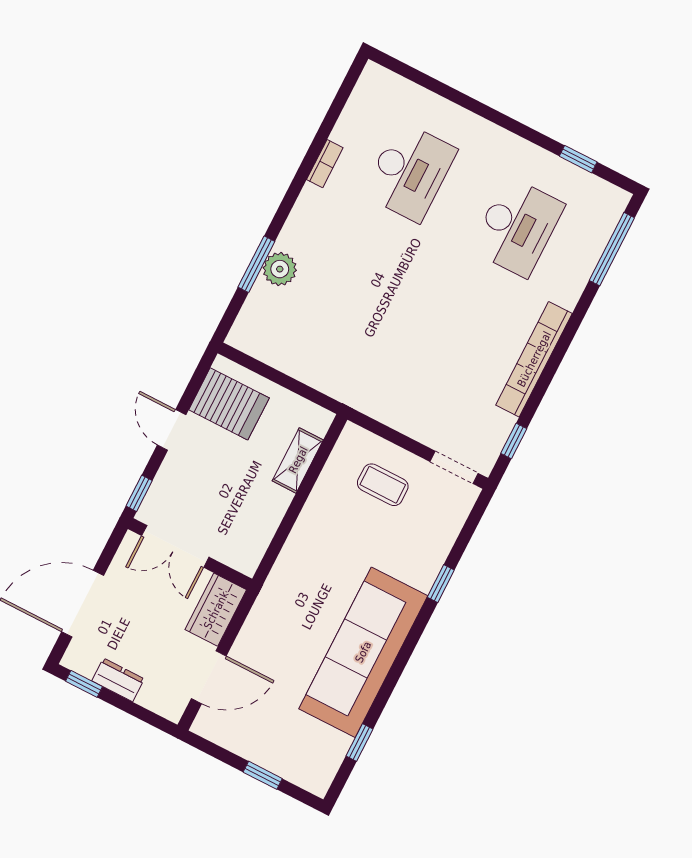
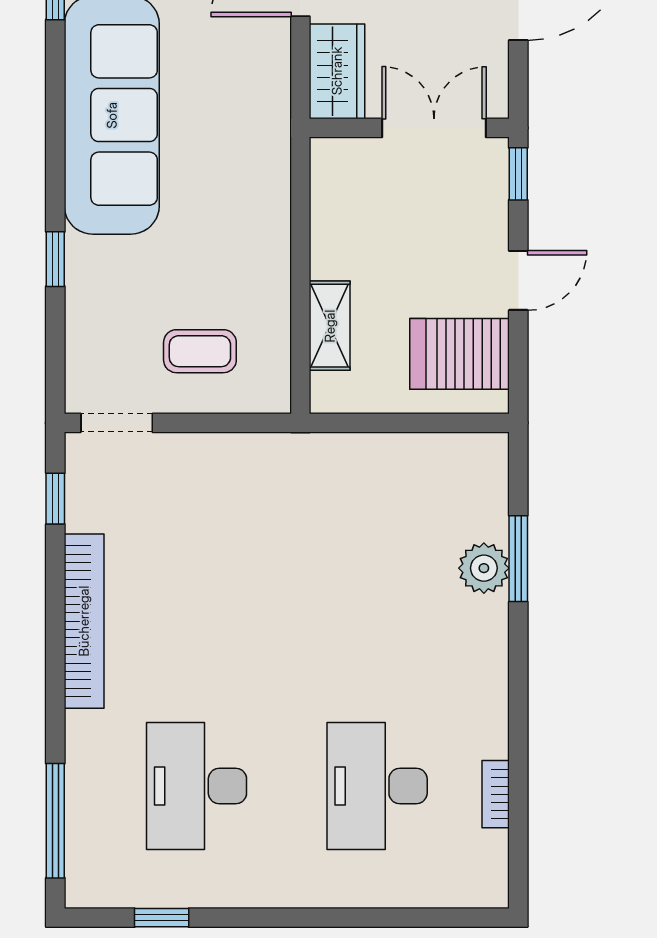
bookcase: (325, 164) -> (496, 794), moved
door: (172, 430) -> (518, 280), hinge flipped

